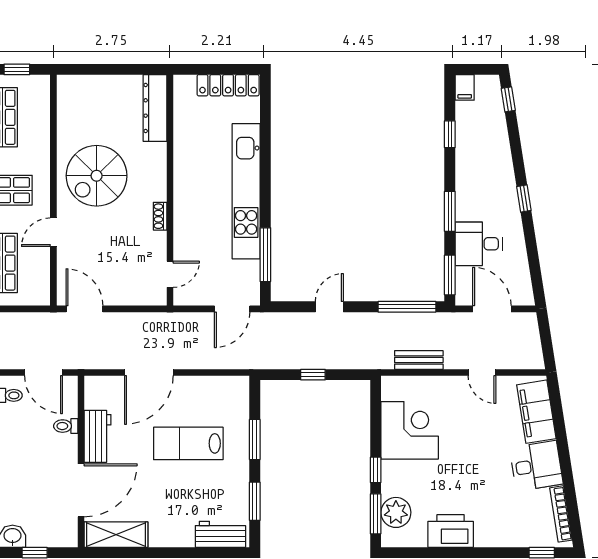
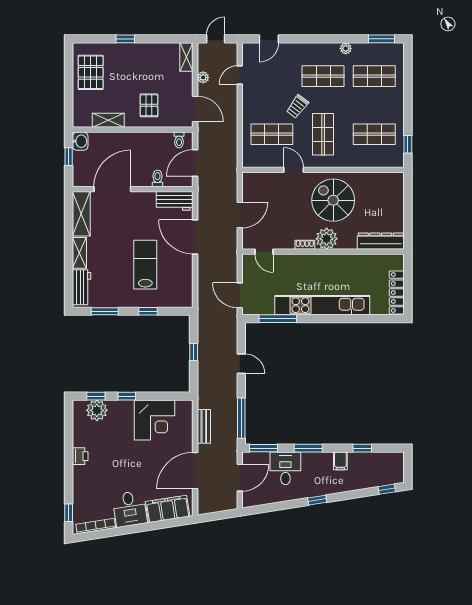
filing cabinet: (465, 87) -> (340, 461), moved, turned -90
plant: (151, 185) -> (327, 239), added
door: (84, 309) -> (240, 215), moved
door: (482, 372) -> (195, 471), width x1.88
workbench: (98, 436) -> (175, 201), moved
window: (255, 440) -> (148, 311), width x0.67
door: (81, 490) -> (112, 189), swing flipped
window: (376, 514) -> (96, 396), width x0.67
printer: (451, 531) -> (80, 456), width x0.53, depth x0.68
shelving: (172, 537) -> (79, 253), added

